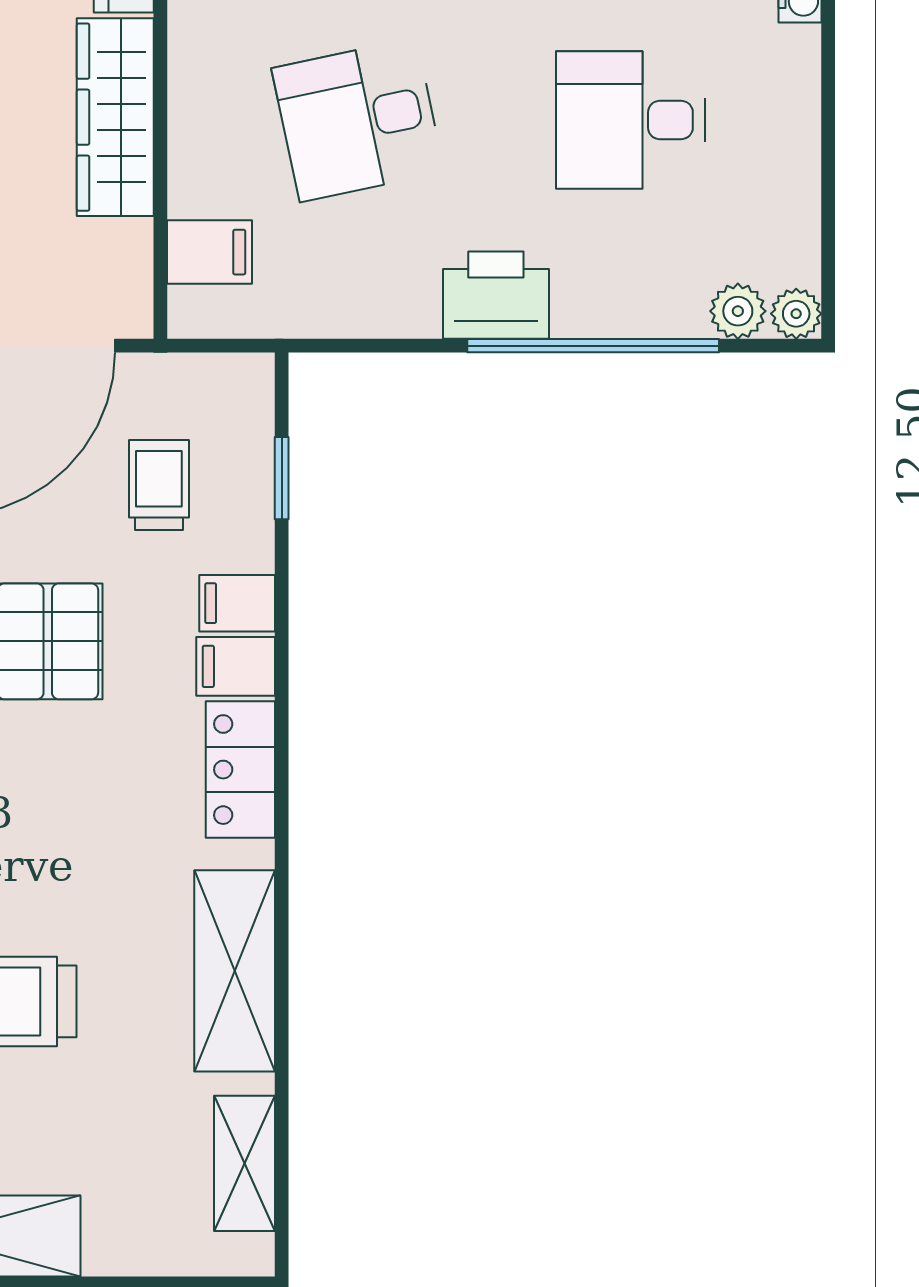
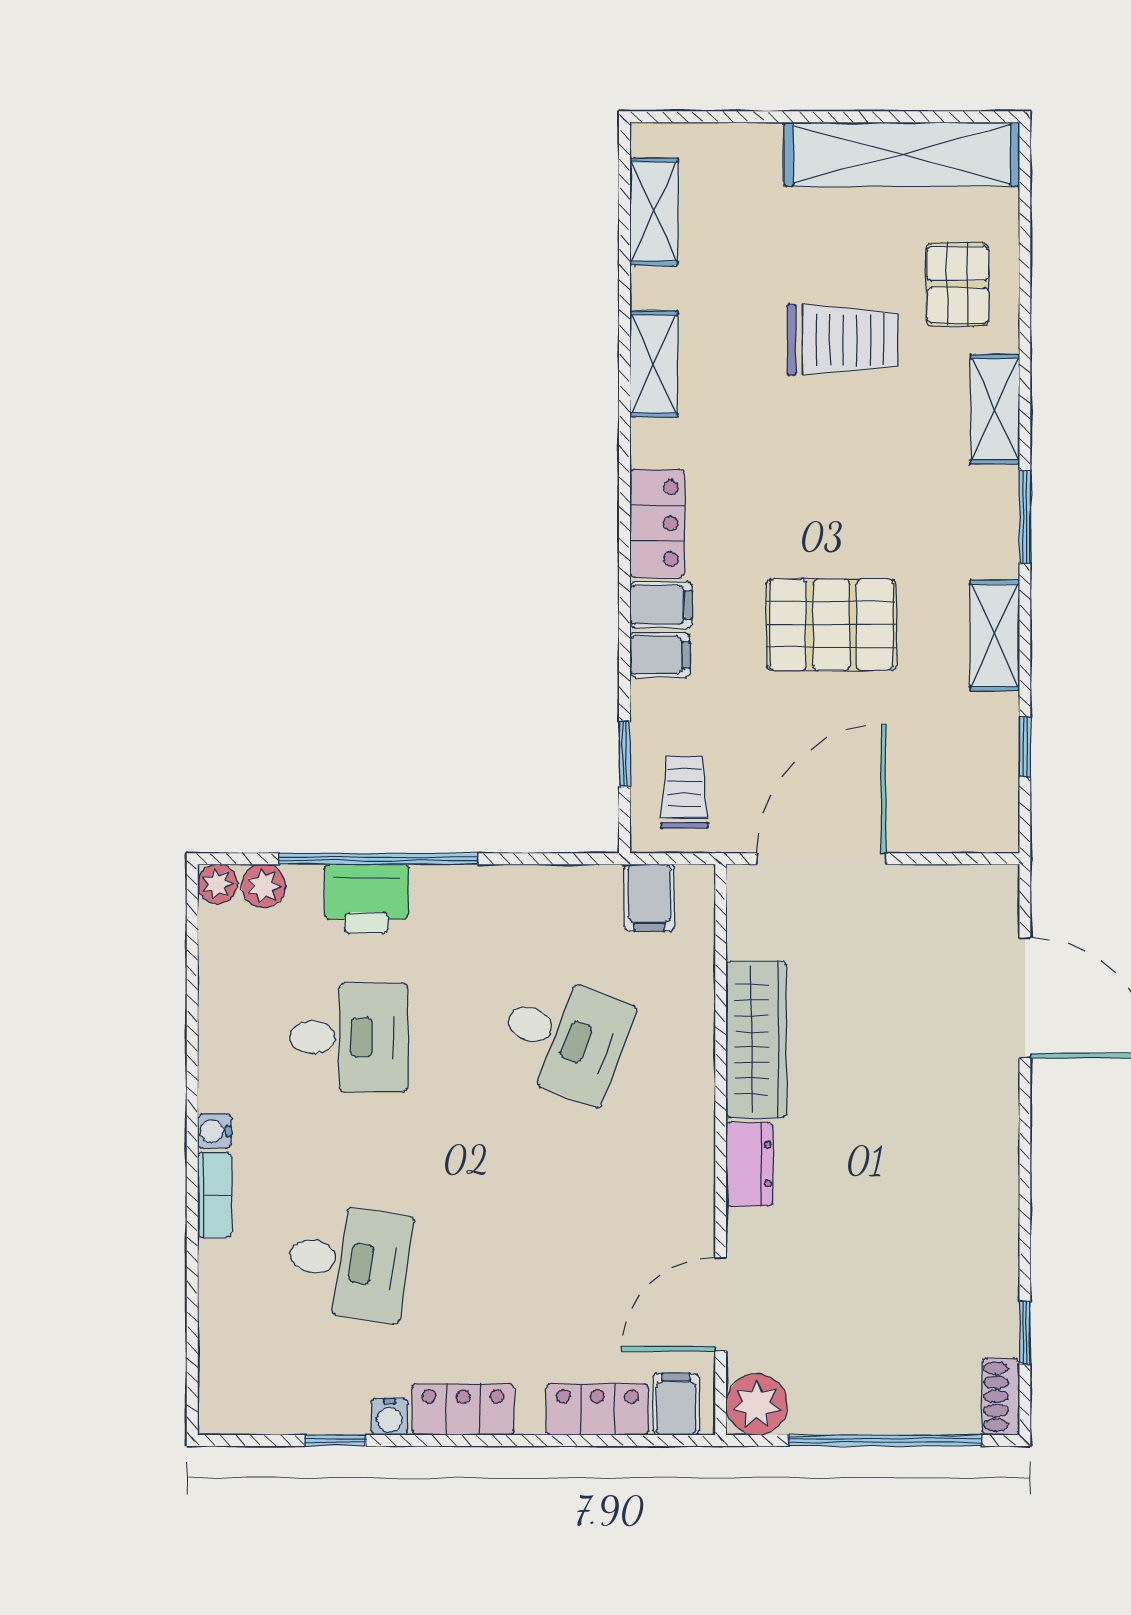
desk: (358, 120) -> (564, 1037), turned 33
filing cabinet: (210, 252) -> (649, 898), moved, turned -90
printer: (496, 295) -> (366, 899), moved
trolley: (159, 485) -> (685, 792), moved, turned 180
shelving: (235, 971) -> (654, 364), width x0.67, depth x0.75

